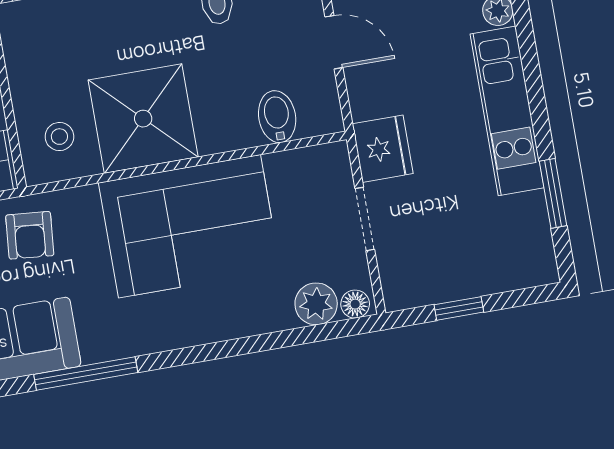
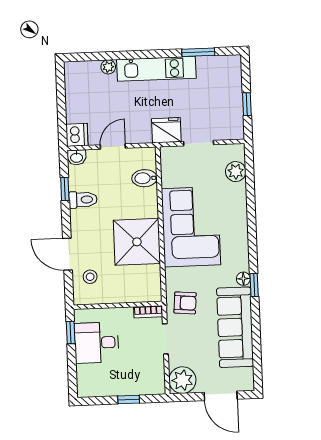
stool: (59, 137) -> (90, 277), moved
floor lamp: (355, 304) -> (243, 279), moved
window: (86, 374) -> (254, 285), width x0.46

